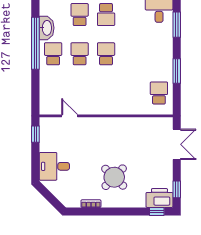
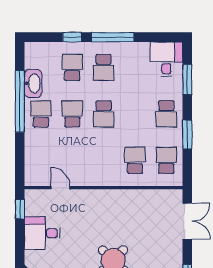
school desk: (106, 54) -> (104, 114), turned 180
school desk: (159, 54) -> (166, 114), added
school desk: (132, 93) -> (135, 160), added
desk: (54, 166) -> (42, 233), moved

